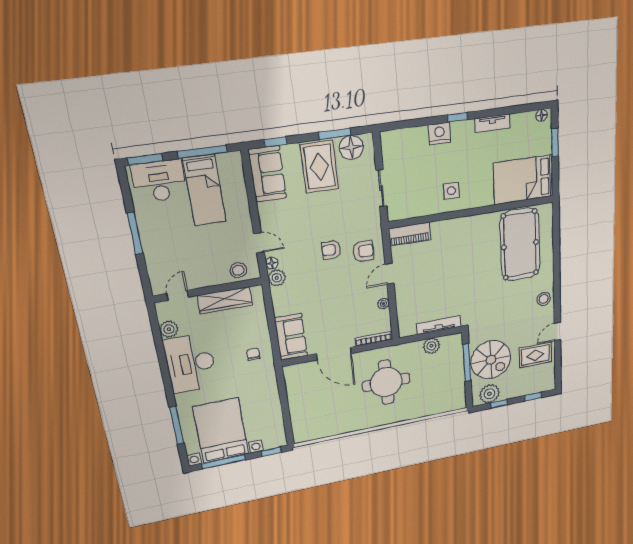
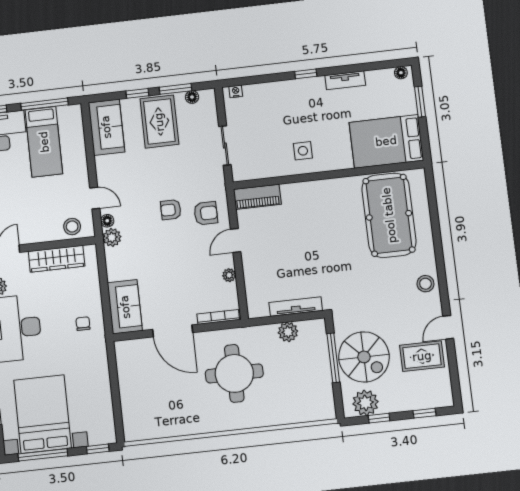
nightstand: (439, 133) -> (236, 91), moved, width x0.53, depth x0.56
window: (275, 142) -> (137, 93), moved
floor lamp: (351, 147) -> (192, 97), width x0.53, depth x0.53

